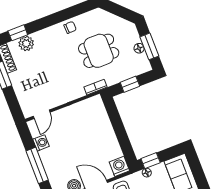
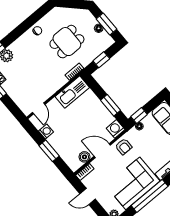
kitchen sink: (85, 109) -> (72, 92), added
window: (123, 138) -> (111, 105), added
window: (37, 165) -> (49, 151), width x0.69

